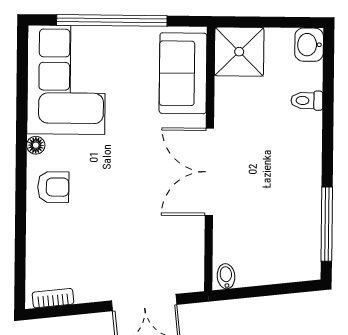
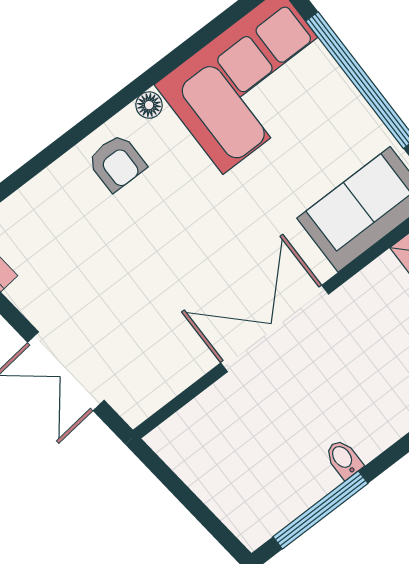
bidet: (226, 276) -> (344, 459), moved, turned -84

